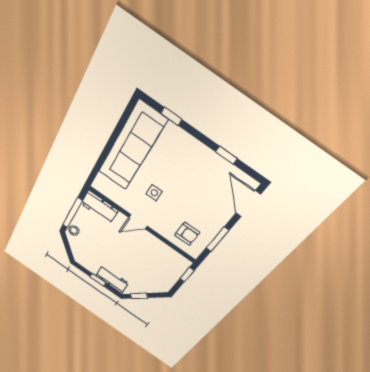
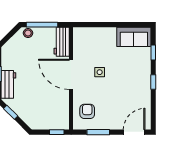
sofa: (132, 146) -> (134, 37), width x0.54, depth x0.79
window: (226, 155) -> (153, 82), moved
door: (138, 222) -> (71, 74), width x1.88
armchair: (187, 234) -> (87, 111), turned 180

